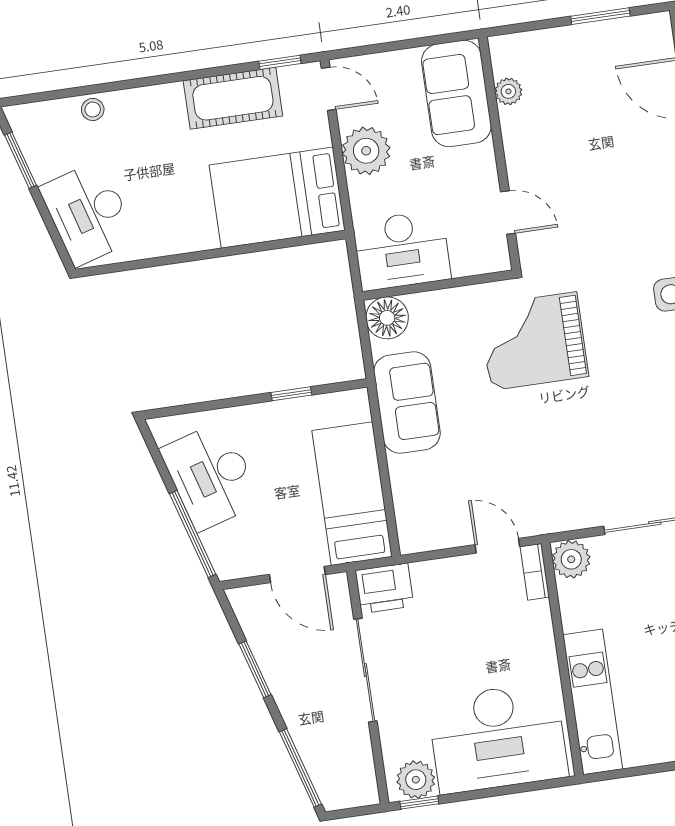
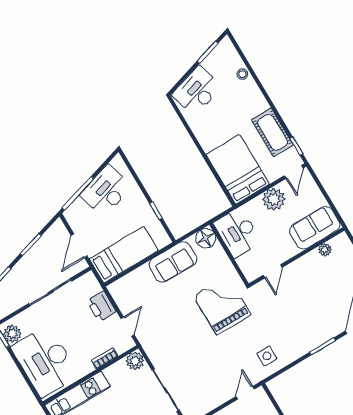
bookcase: (535, 572) -> (105, 358), moved
printer: (385, 588) -> (101, 306), moved

